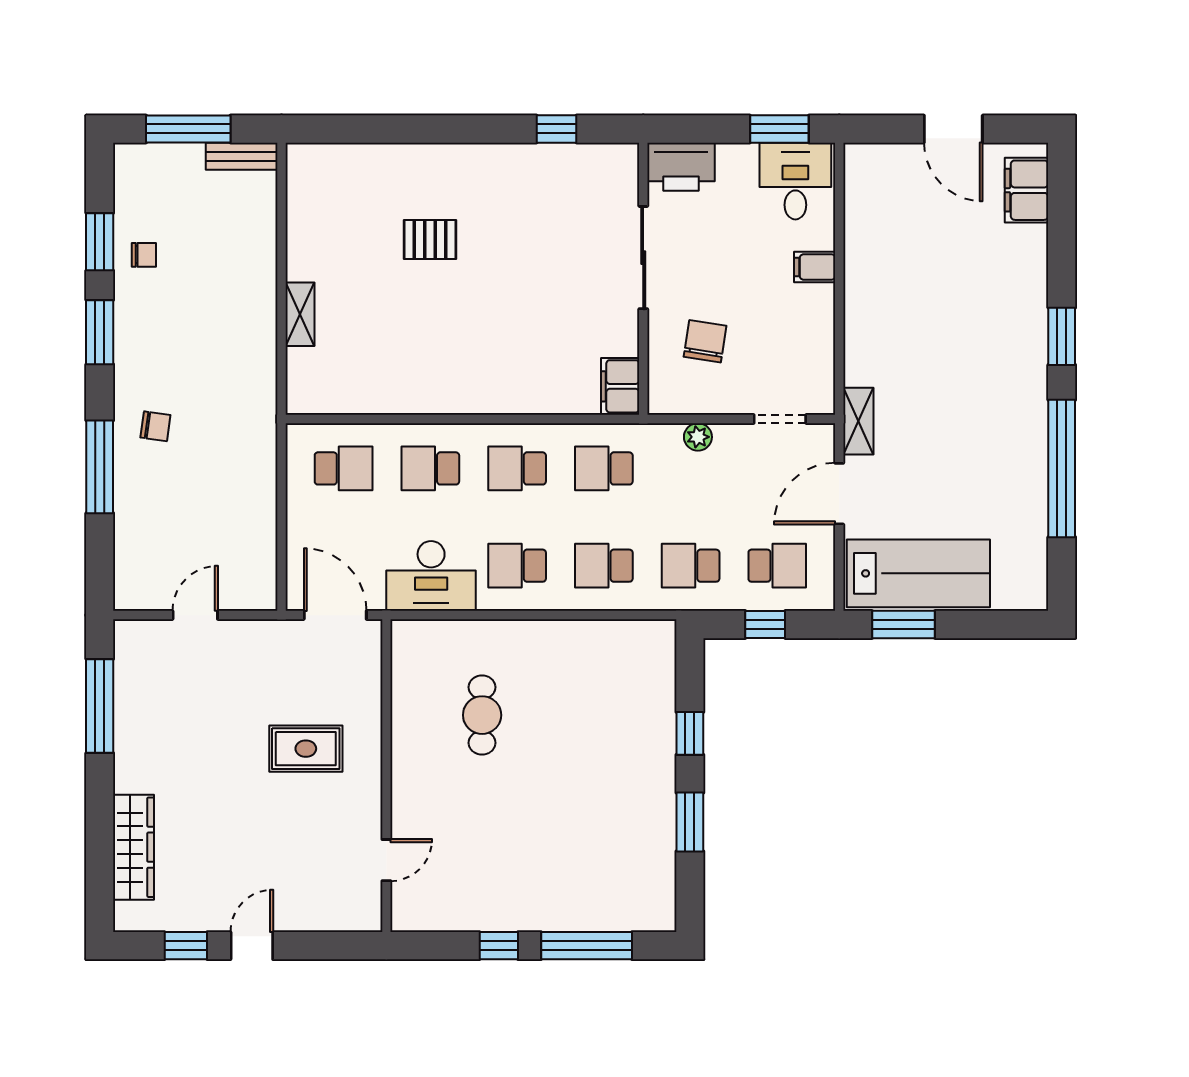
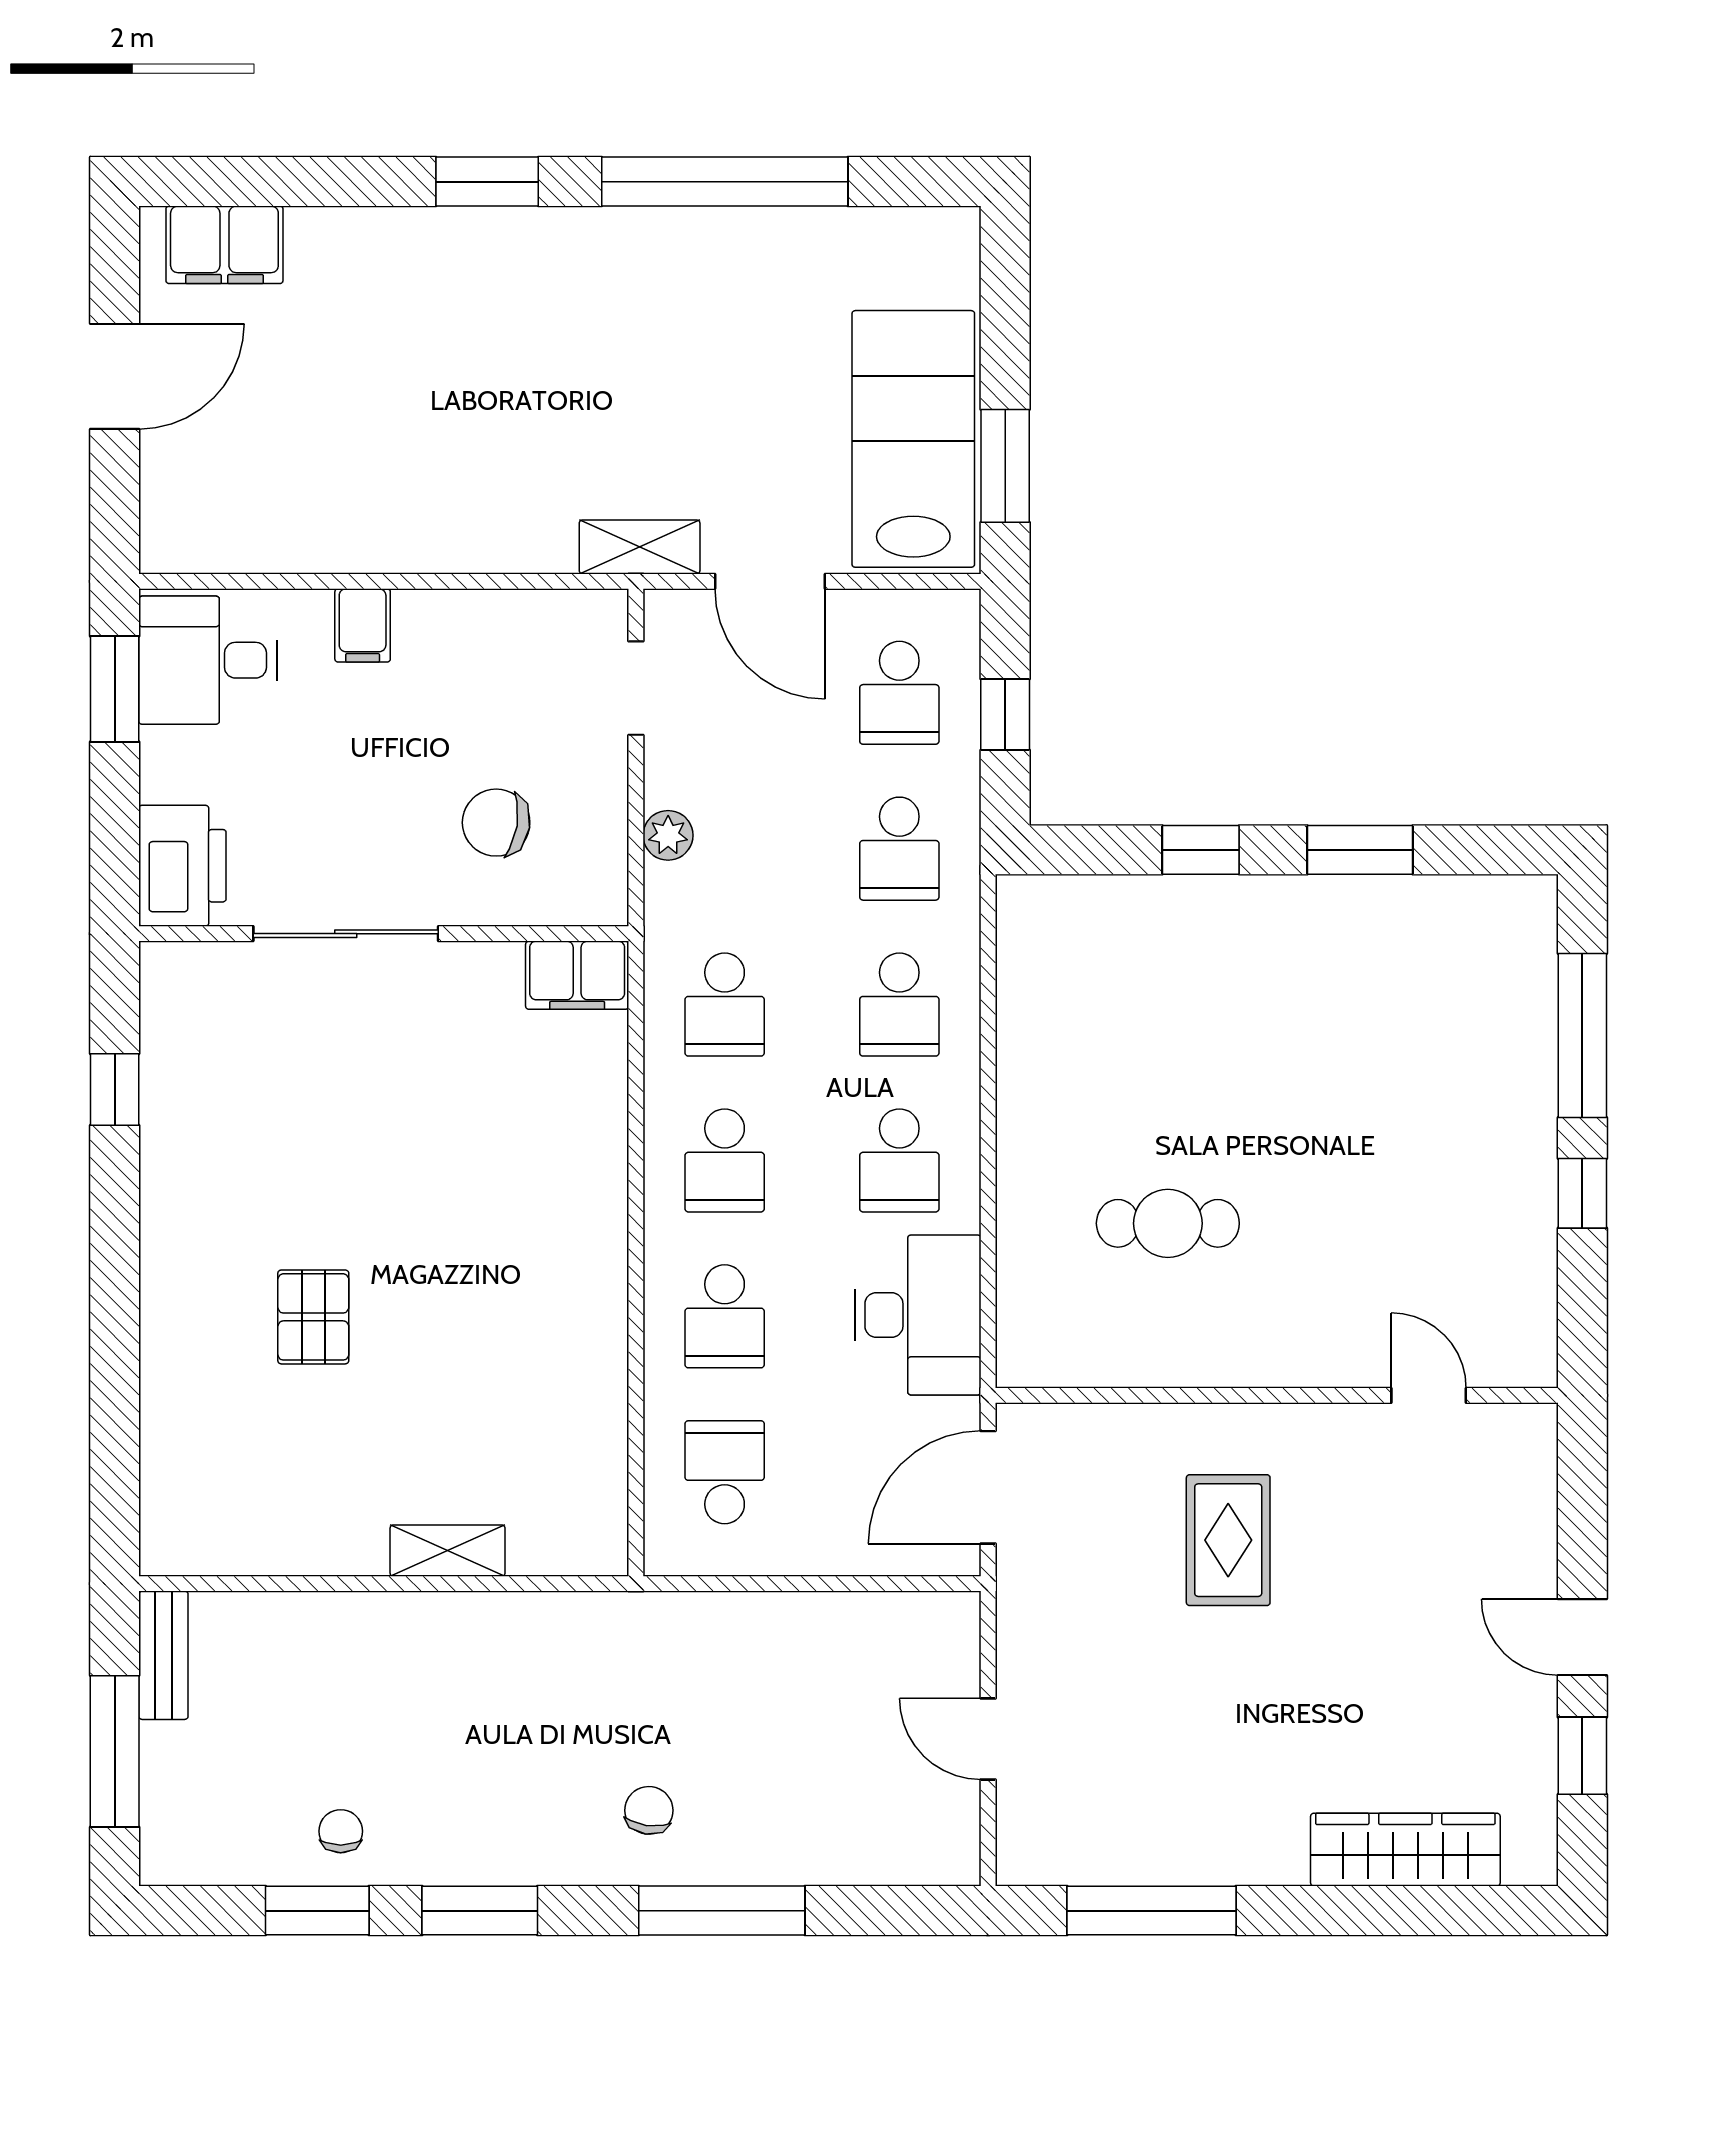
school desk: (777, 566) -> (899, 693), turned 180

